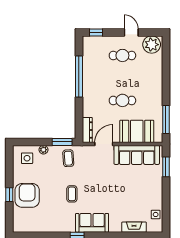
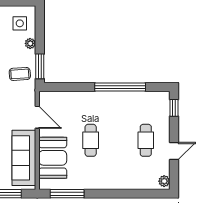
plant: (152, 45) -> (164, 181), width x0.53, depth x0.53
dresser: (87, 130) -> (54, 97), removed

